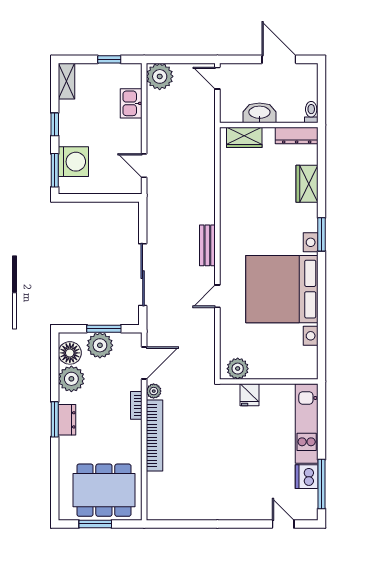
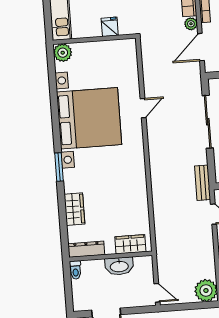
bench: (207, 245) -> (203, 183), moved
plant: (238, 369) -> (63, 53), moved

